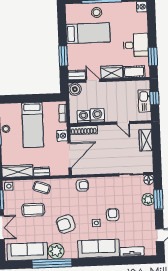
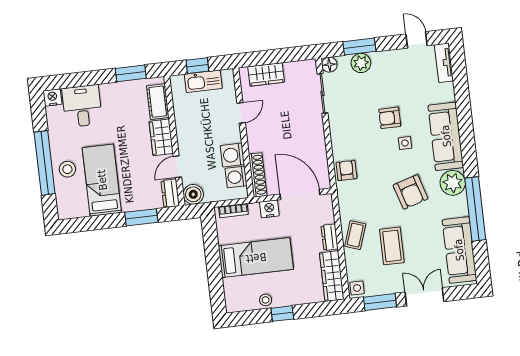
desk: (136, 45) -> (82, 106), moved
plant: (56, 251) -> (453, 183), moved
tv unit: (132, 251) -> (444, 63), moved

